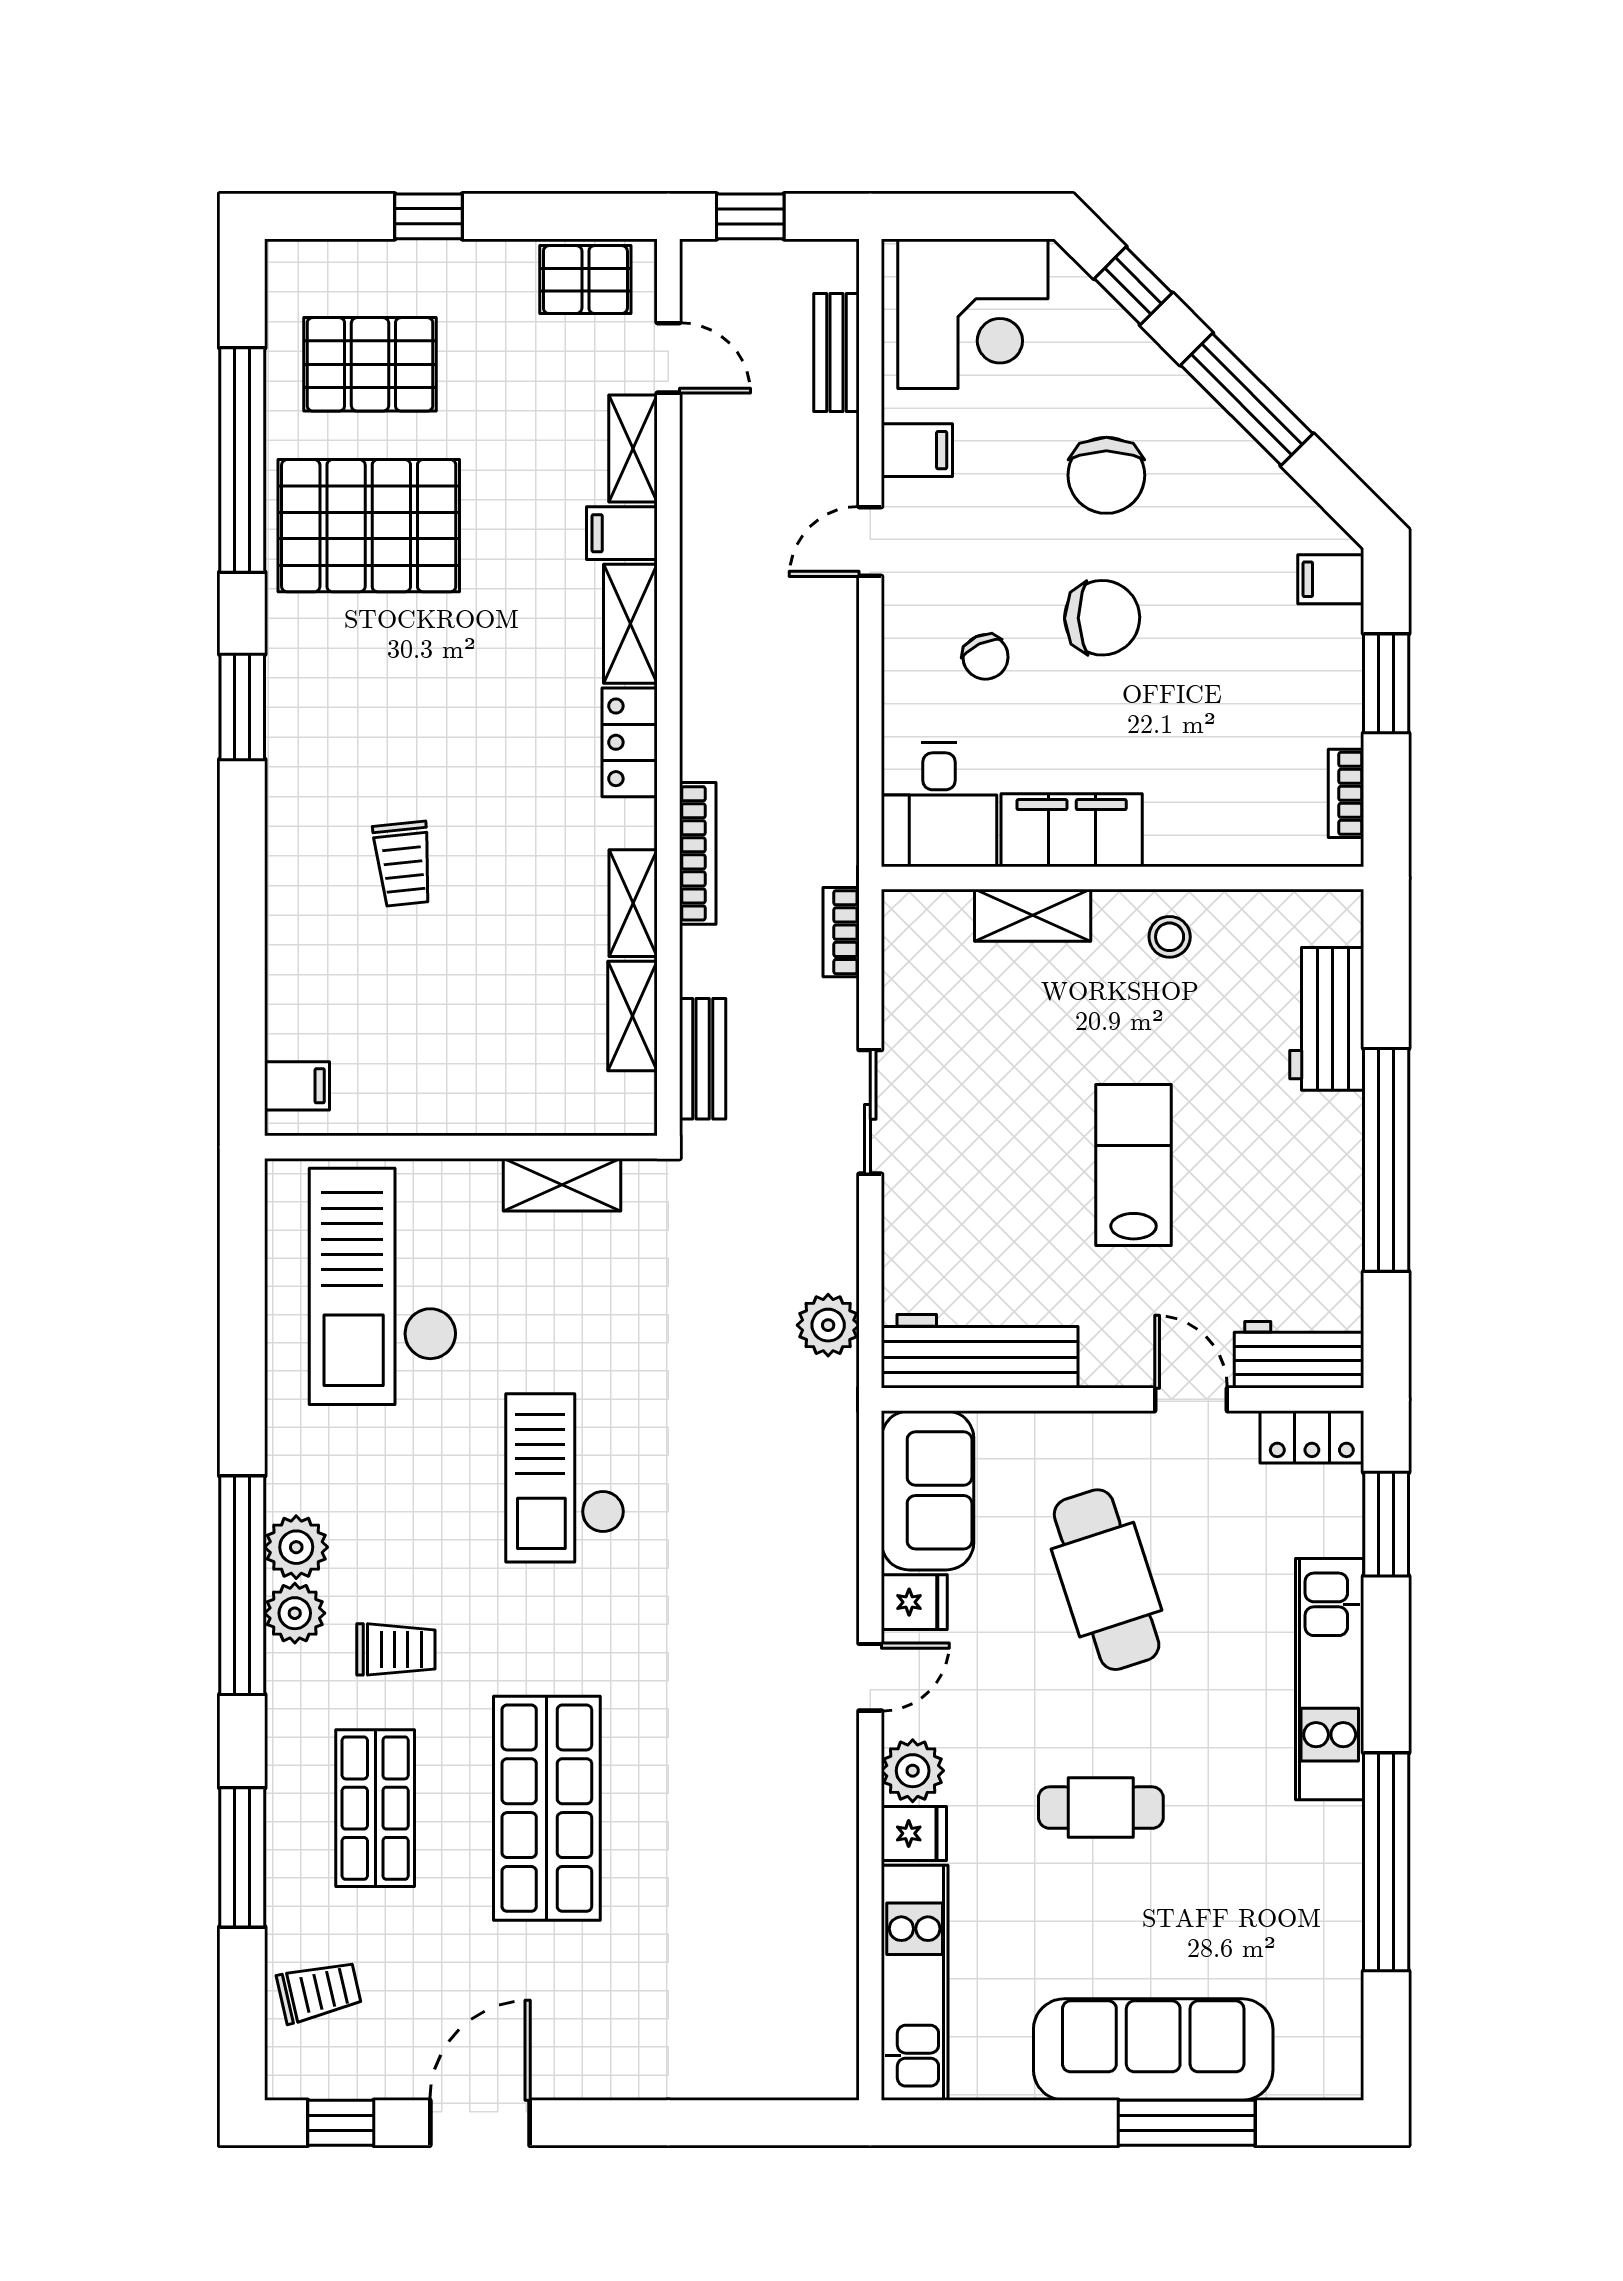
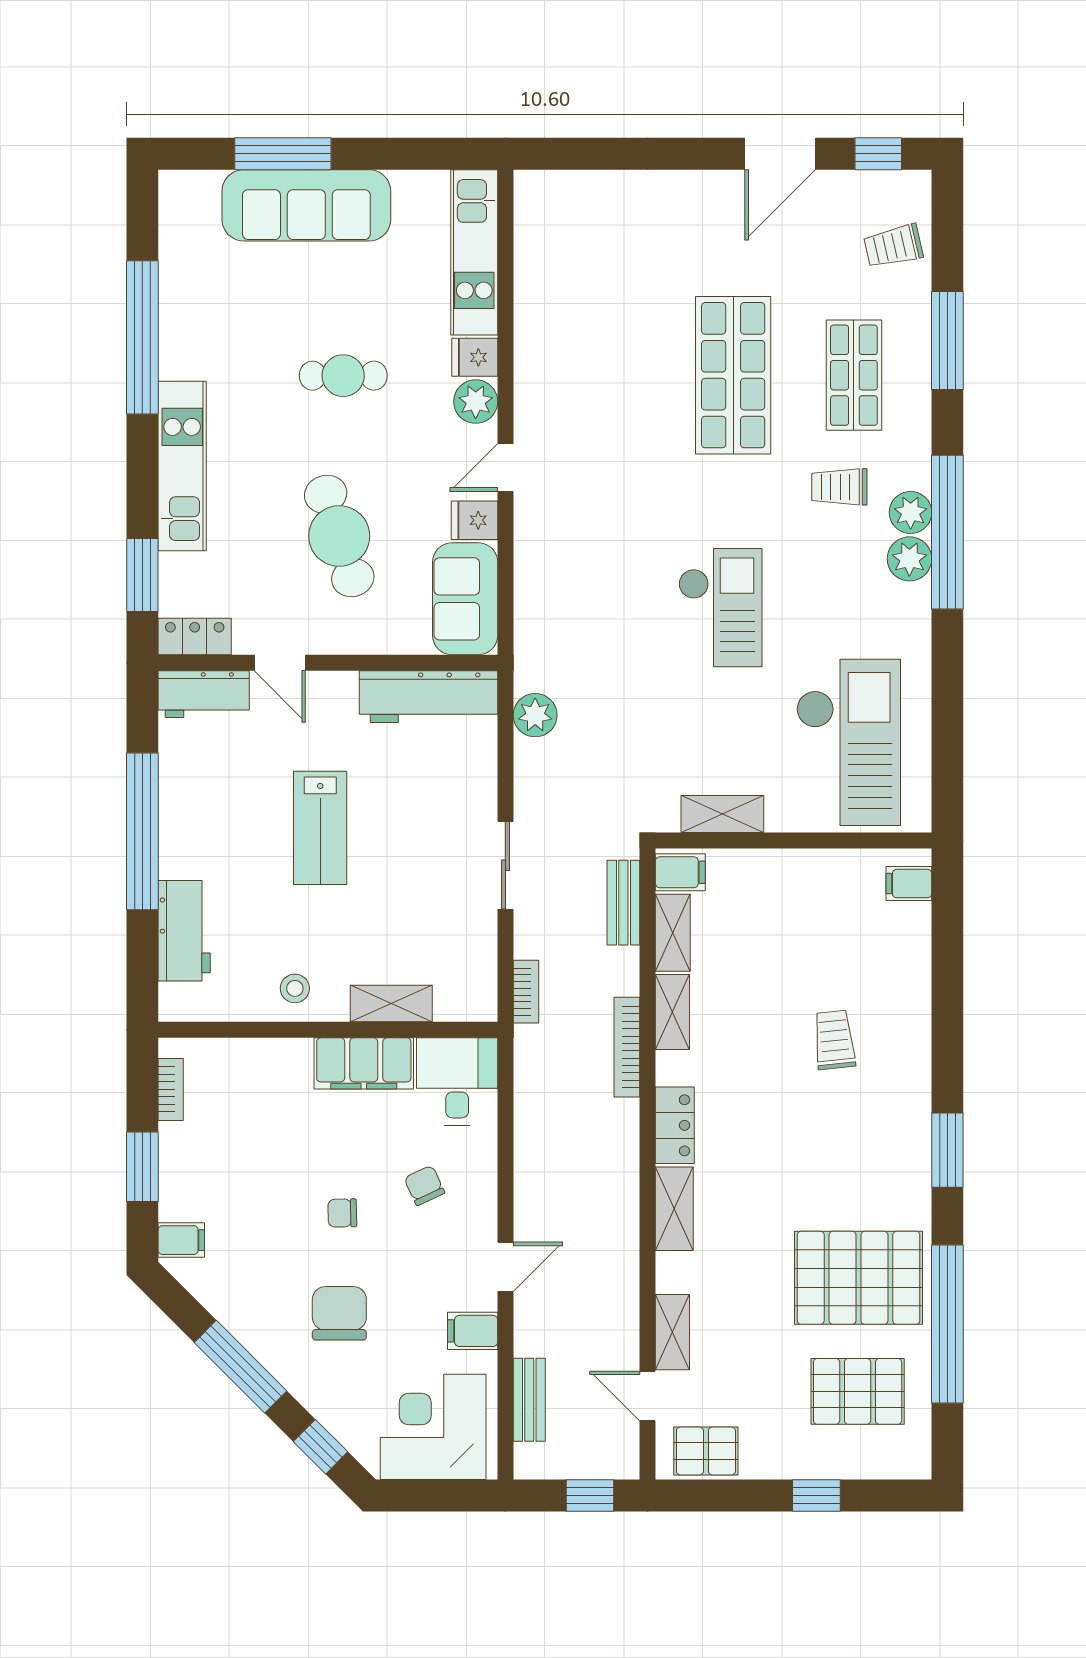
filing cabinet: (622, 533) -> (680, 872), moved
chair: (1102, 618) -> (342, 1213), width x0.54, depth x0.54

